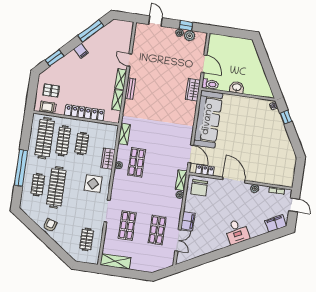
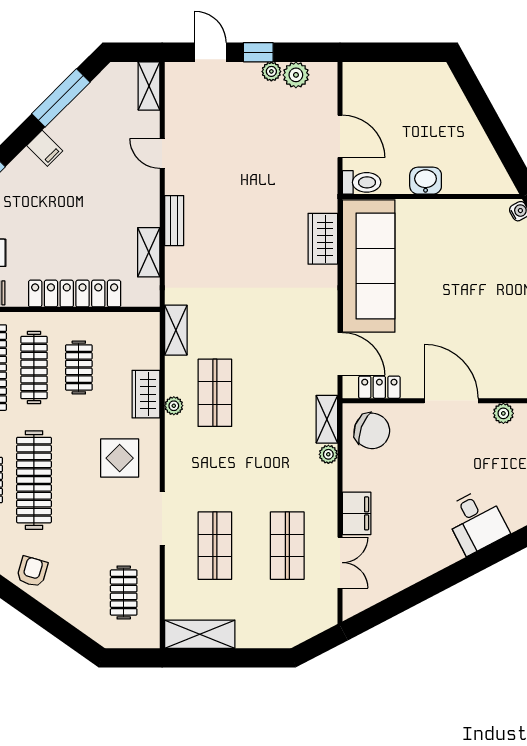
window: (186, 26) -> (258, 52), moved
shelving: (121, 79) -> (149, 86), moved
wardrobe: (193, 90) -> (323, 239), moved
chair: (199, 188) -> (372, 431), turned -69

